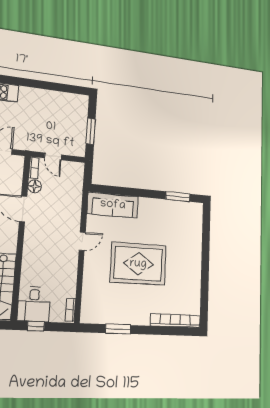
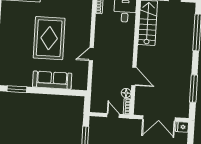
sofa: (113, 205) -> (52, 80), moved
rug: (138, 264) -> (49, 38), turned 90

